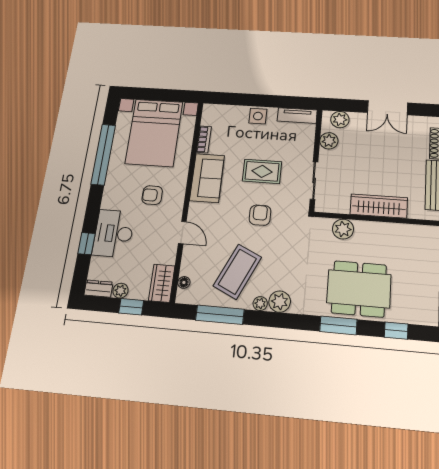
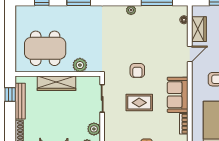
door: (182, 233) -> (190, 54), swing flipped
coffee table: (237, 272) -> (149, 30), removed
wardrobe: (162, 283) -> (199, 29), moved
dining table: (359, 289) -> (45, 48), moved
plant: (280, 302) -> (118, 12), removed

